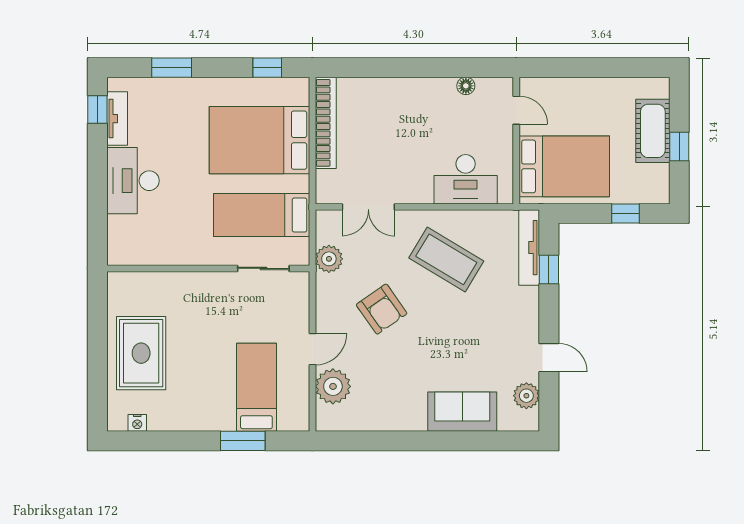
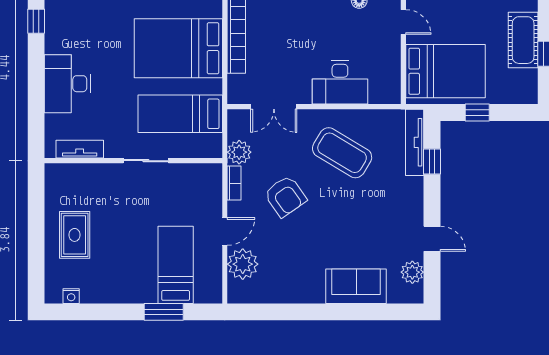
tv unit: (117, 119) -> (80, 149), moved, turned -90
desk: (466, 179) -> (340, 82), moved
window: (625, 213) -> (477, 113), moved
sliding door: (263, 268) -> (146, 161), moved
bookcase: (323, 294) -> (234, 183), added
rug: (141, 353) -> (75, 235), width x0.73, depth x0.70

